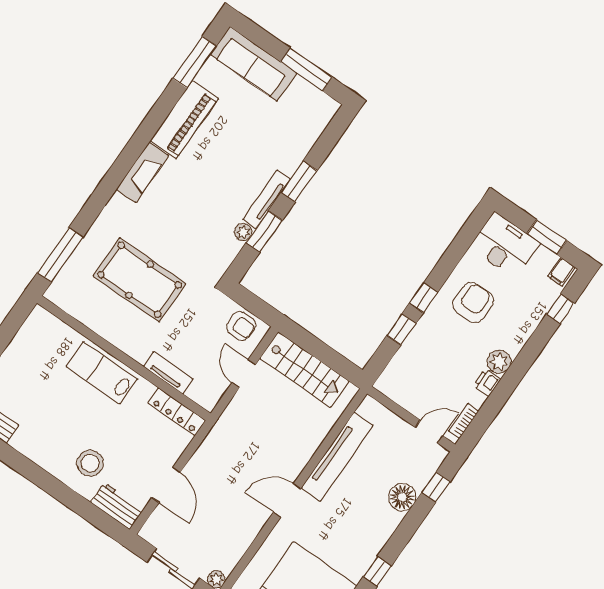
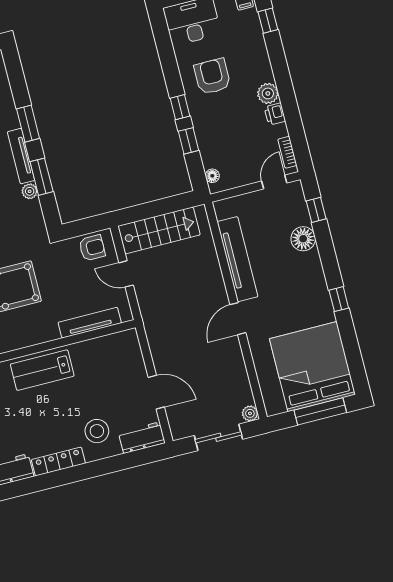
tv unit: (168, 373) -> (90, 323), width x1.41
floor lamp: (389, 375) -> (212, 176), added
locker: (177, 412) -> (58, 462), moved, turned 180

